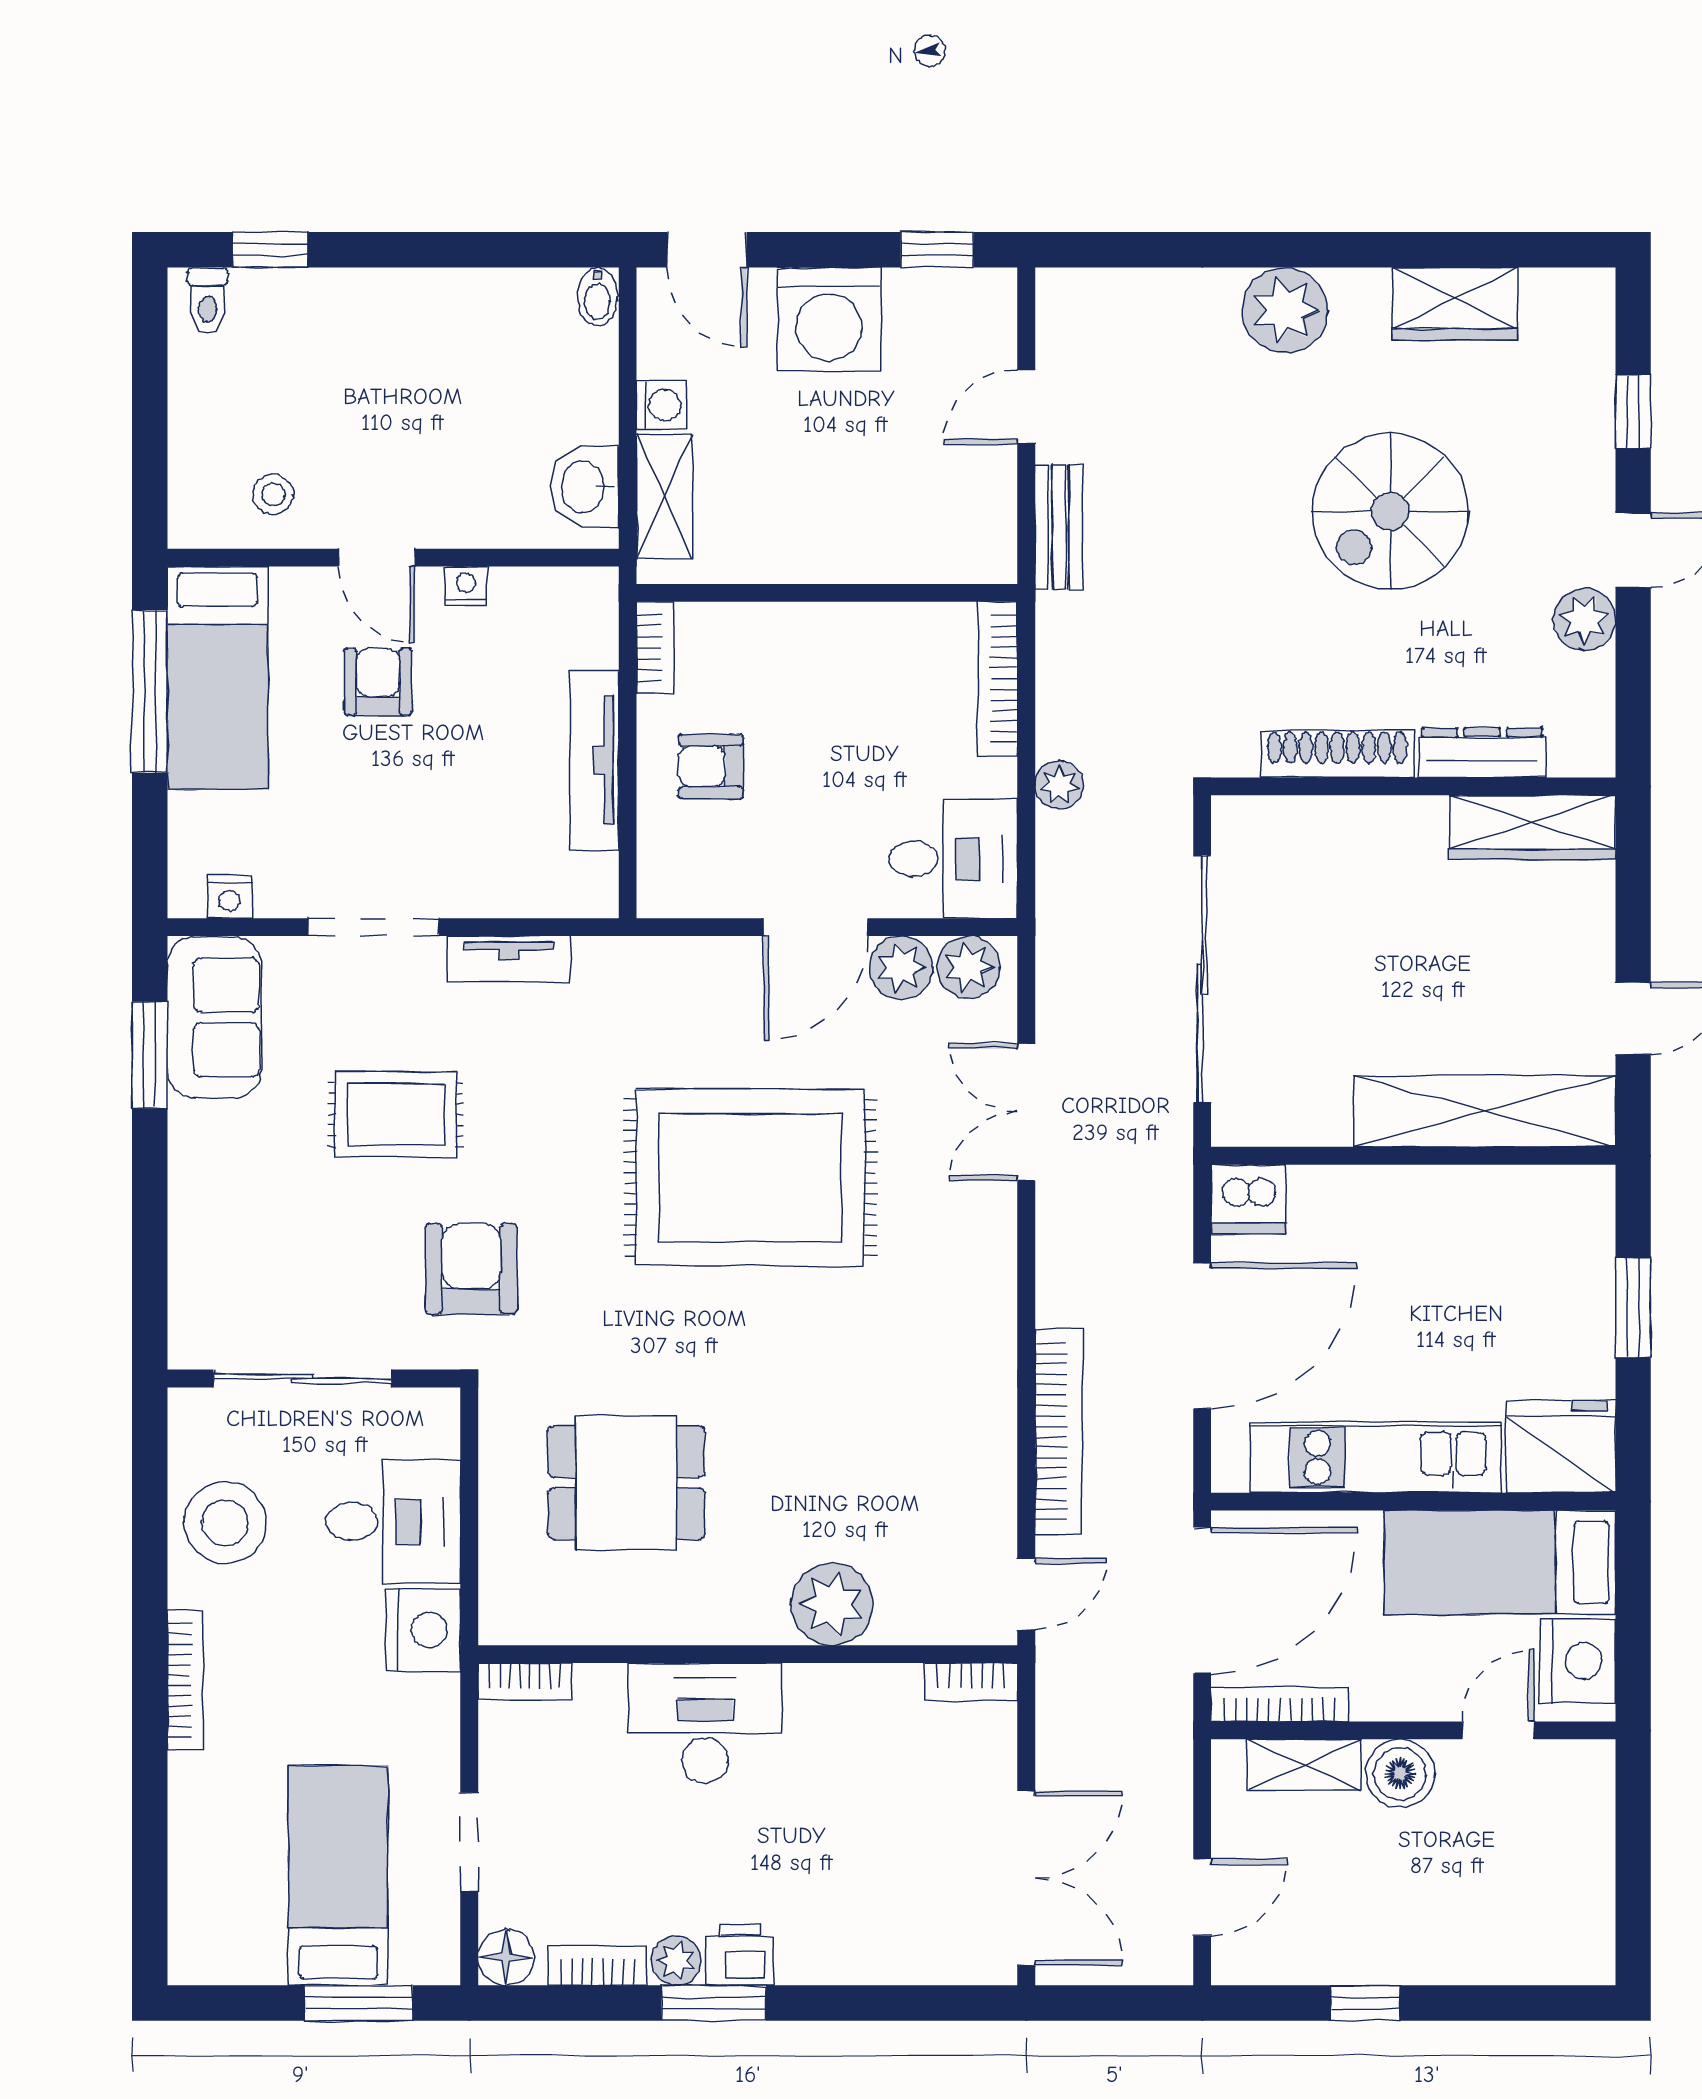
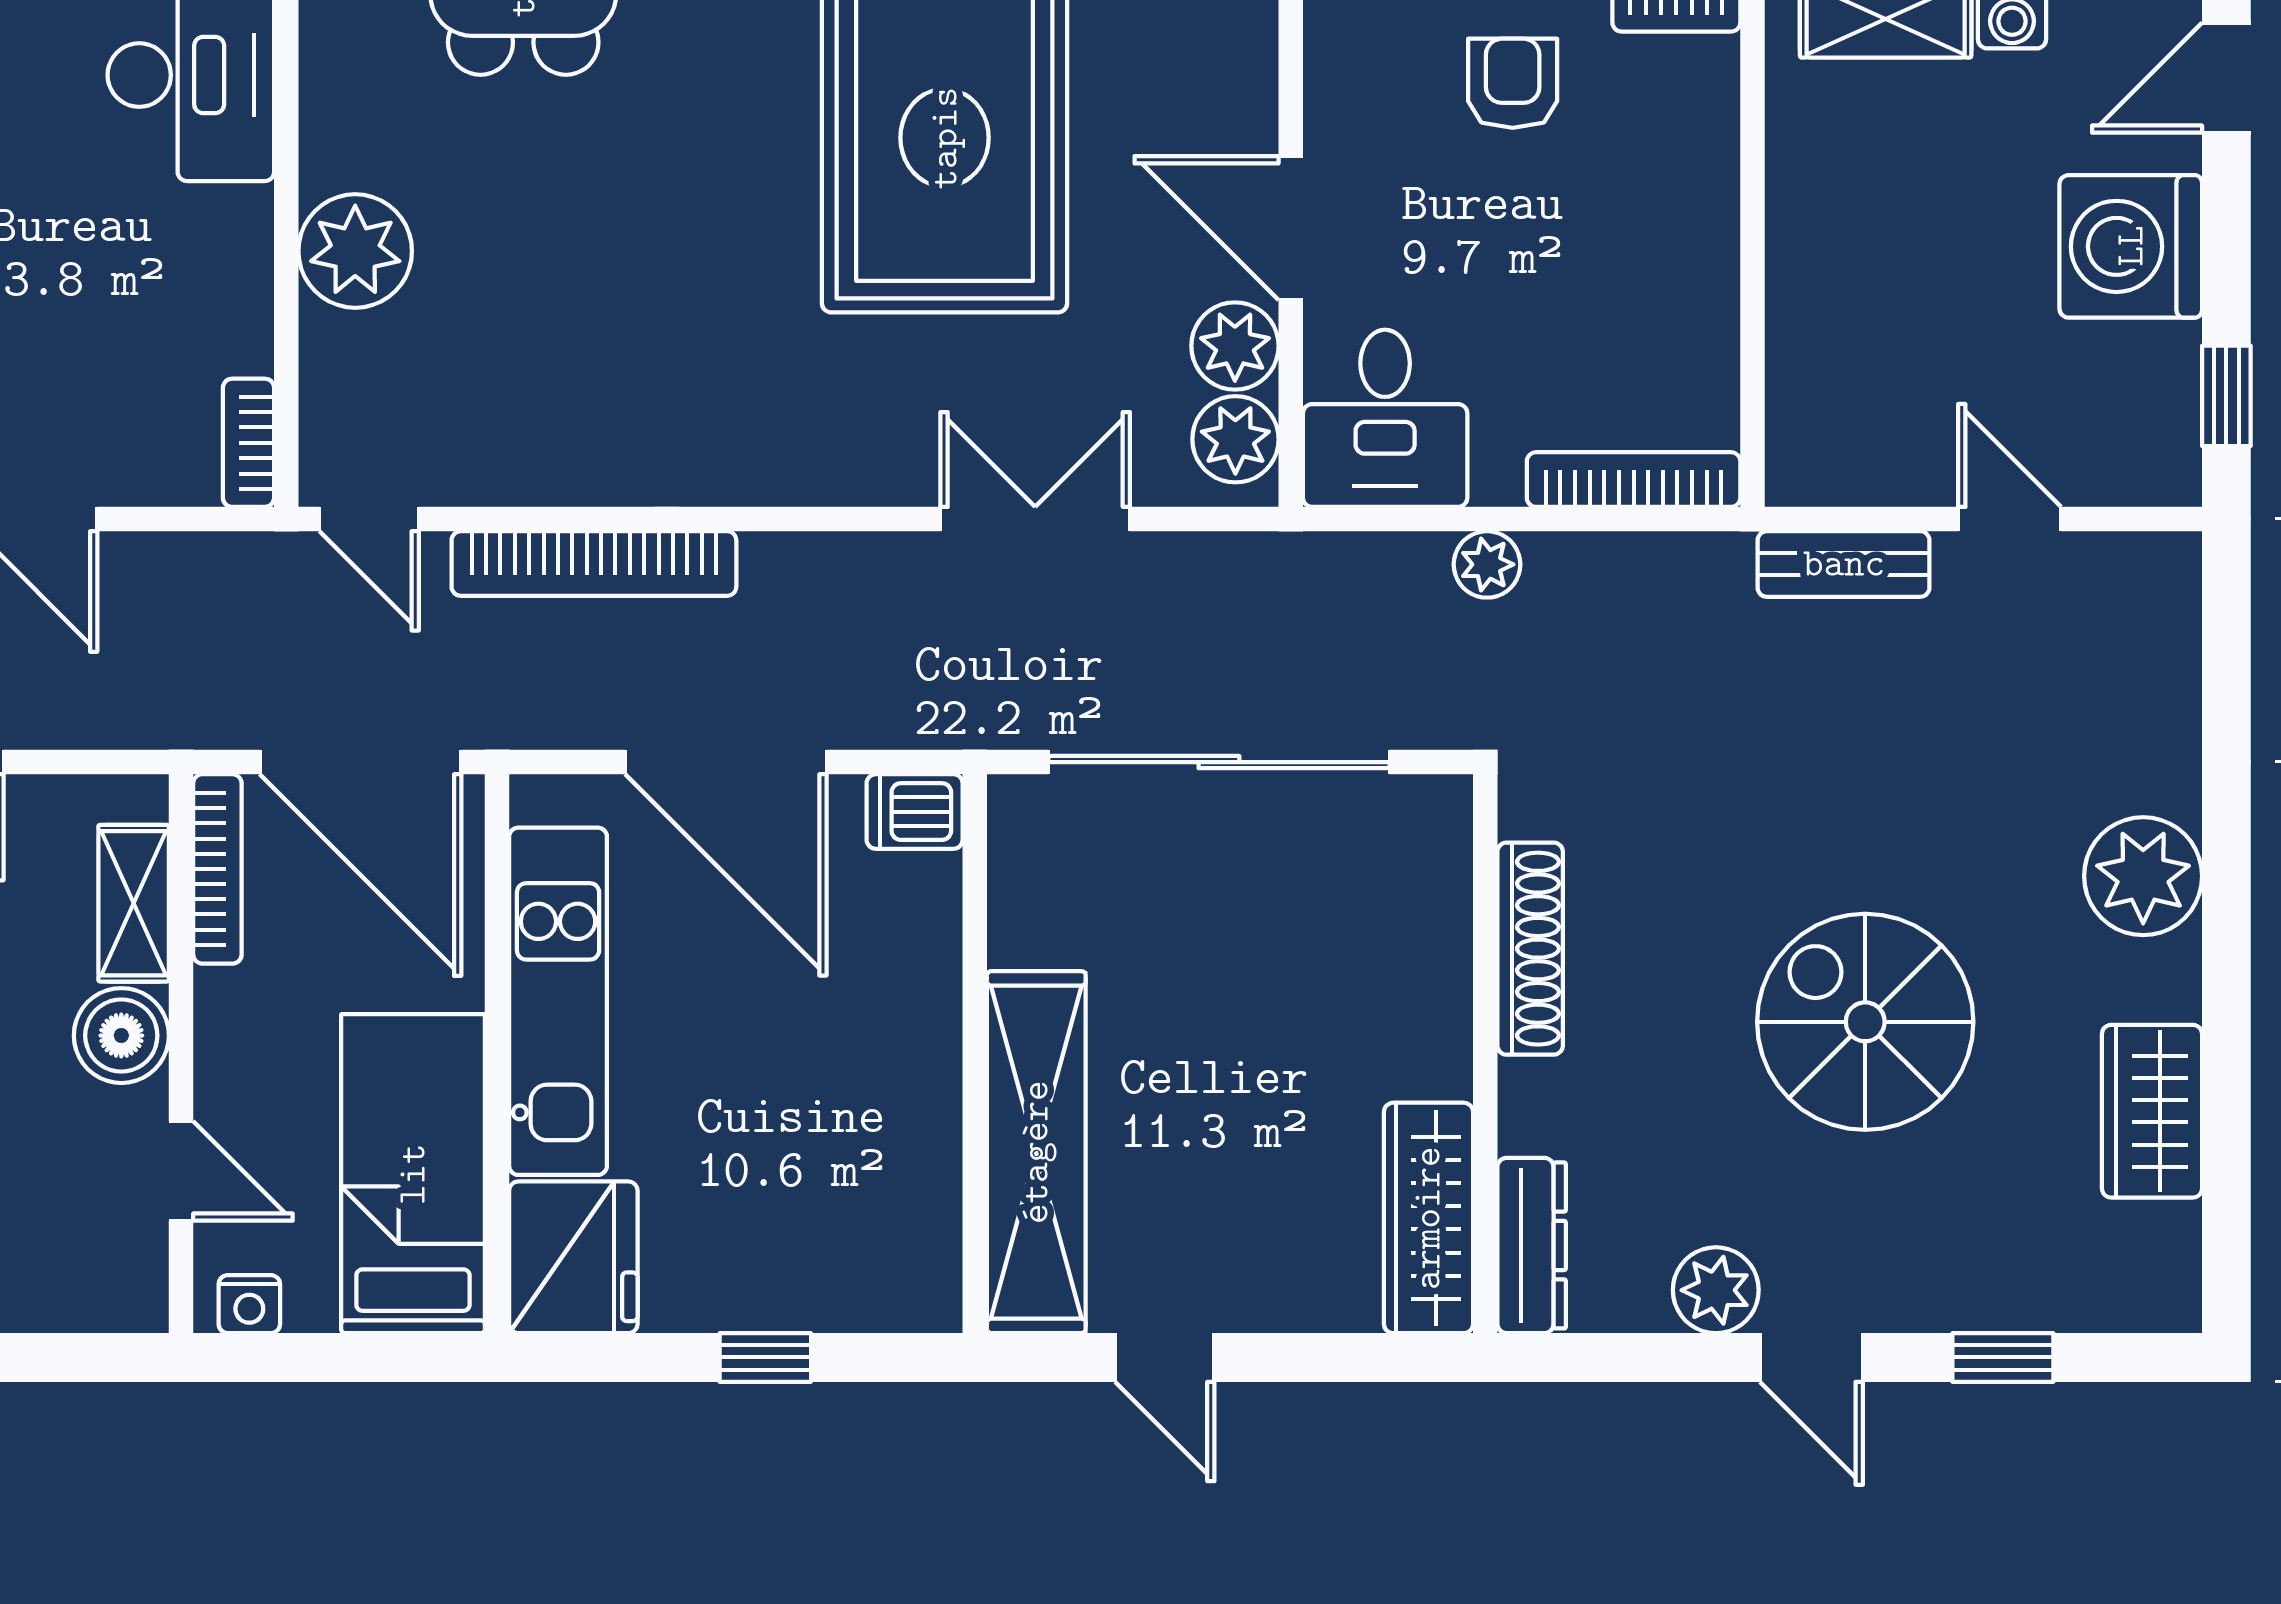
dresser: (1482, 753) -> (1532, 1245), moved
dishwasher: (1248, 1199) -> (915, 812), width x0.73
window: (1633, 1307) -> (765, 1357), width x0.67
nightstand: (1578, 1661) -> (249, 1304), width x0.53, depth x0.56

